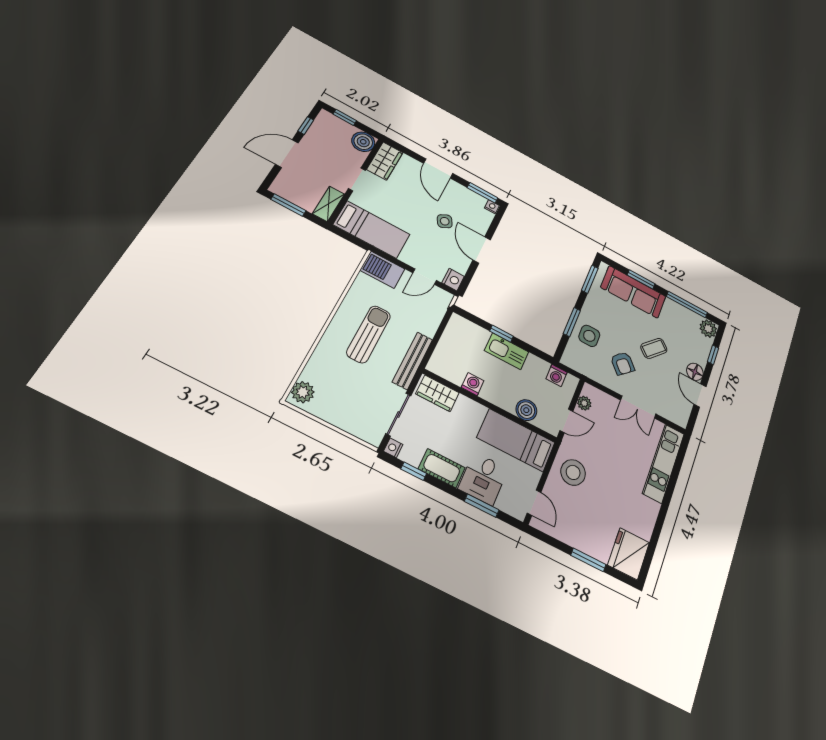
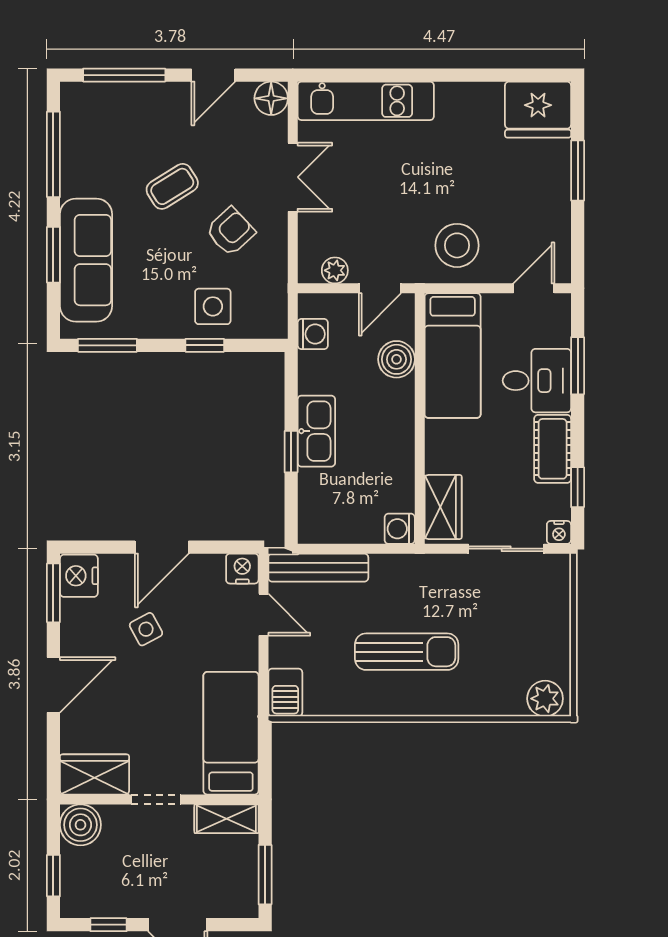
nightstand: (492, 207) -> (79, 576), width x1.89, depth x1.79
barbecue: (382, 270) -> (285, 692), width x0.73, depth x0.79
window: (572, 322) -> (205, 345), width x0.67
plant: (708, 329) -> (78, 100), removed
sun lounger: (369, 334) -> (407, 652), turned 180
coffee table: (654, 348) -> (172, 186), turned -75
window: (713, 355) -> (124, 75), width x2.17
bench: (413, 361) -> (318, 568), moved
floor lamp: (695, 372) -> (271, 98), moved
washing machine: (473, 384) -> (400, 529), moved
door: (566, 421) -> (380, 288), swing flipped

